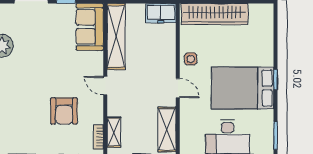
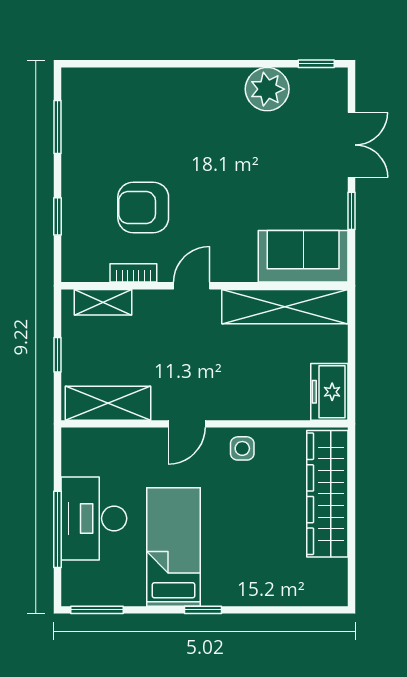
bed: (243, 88) -> (173, 547), width x0.67
bookcase: (98, 137) -> (133, 273), moved

